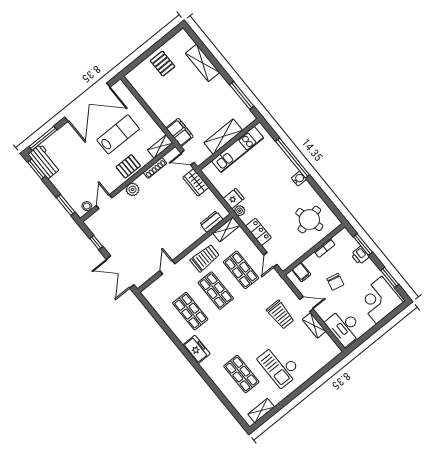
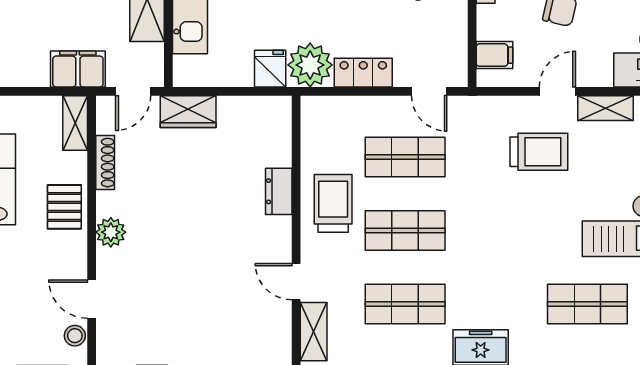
plant: (240, 211) -> (310, 65), width x1.87, depth x1.87
dresser: (211, 222) -> (279, 191), moved
shelving: (226, 229) -> (314, 332), moved

